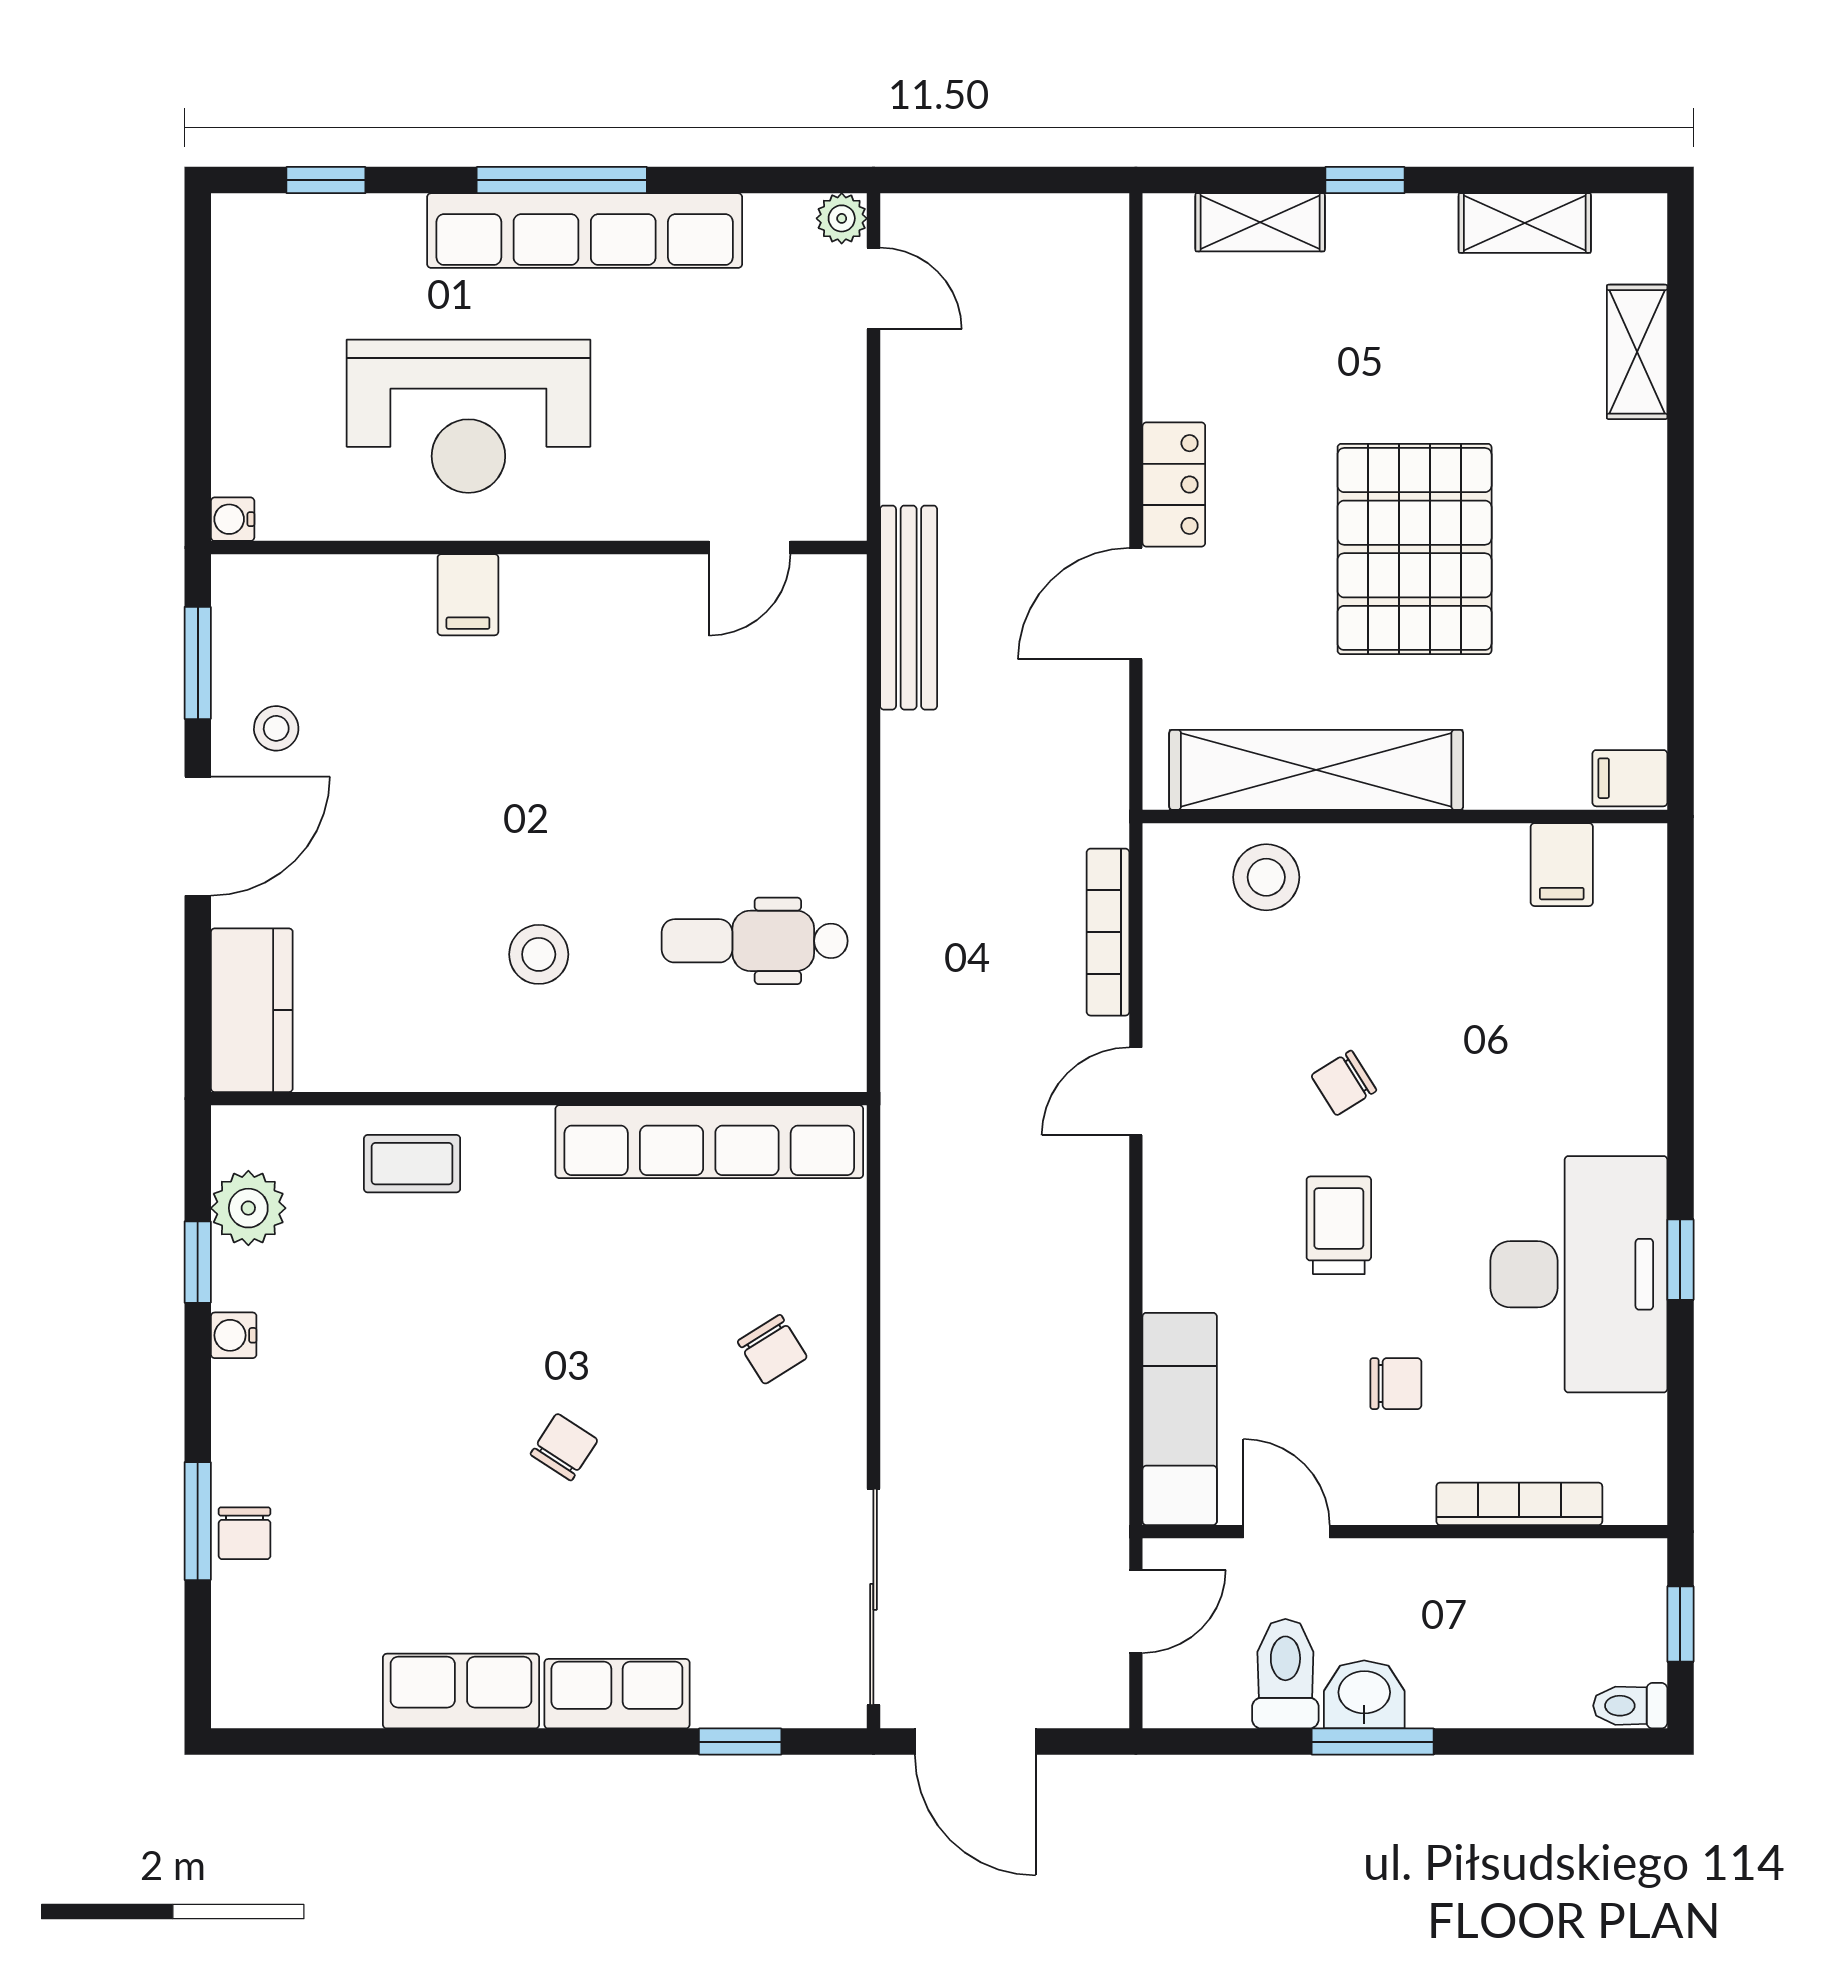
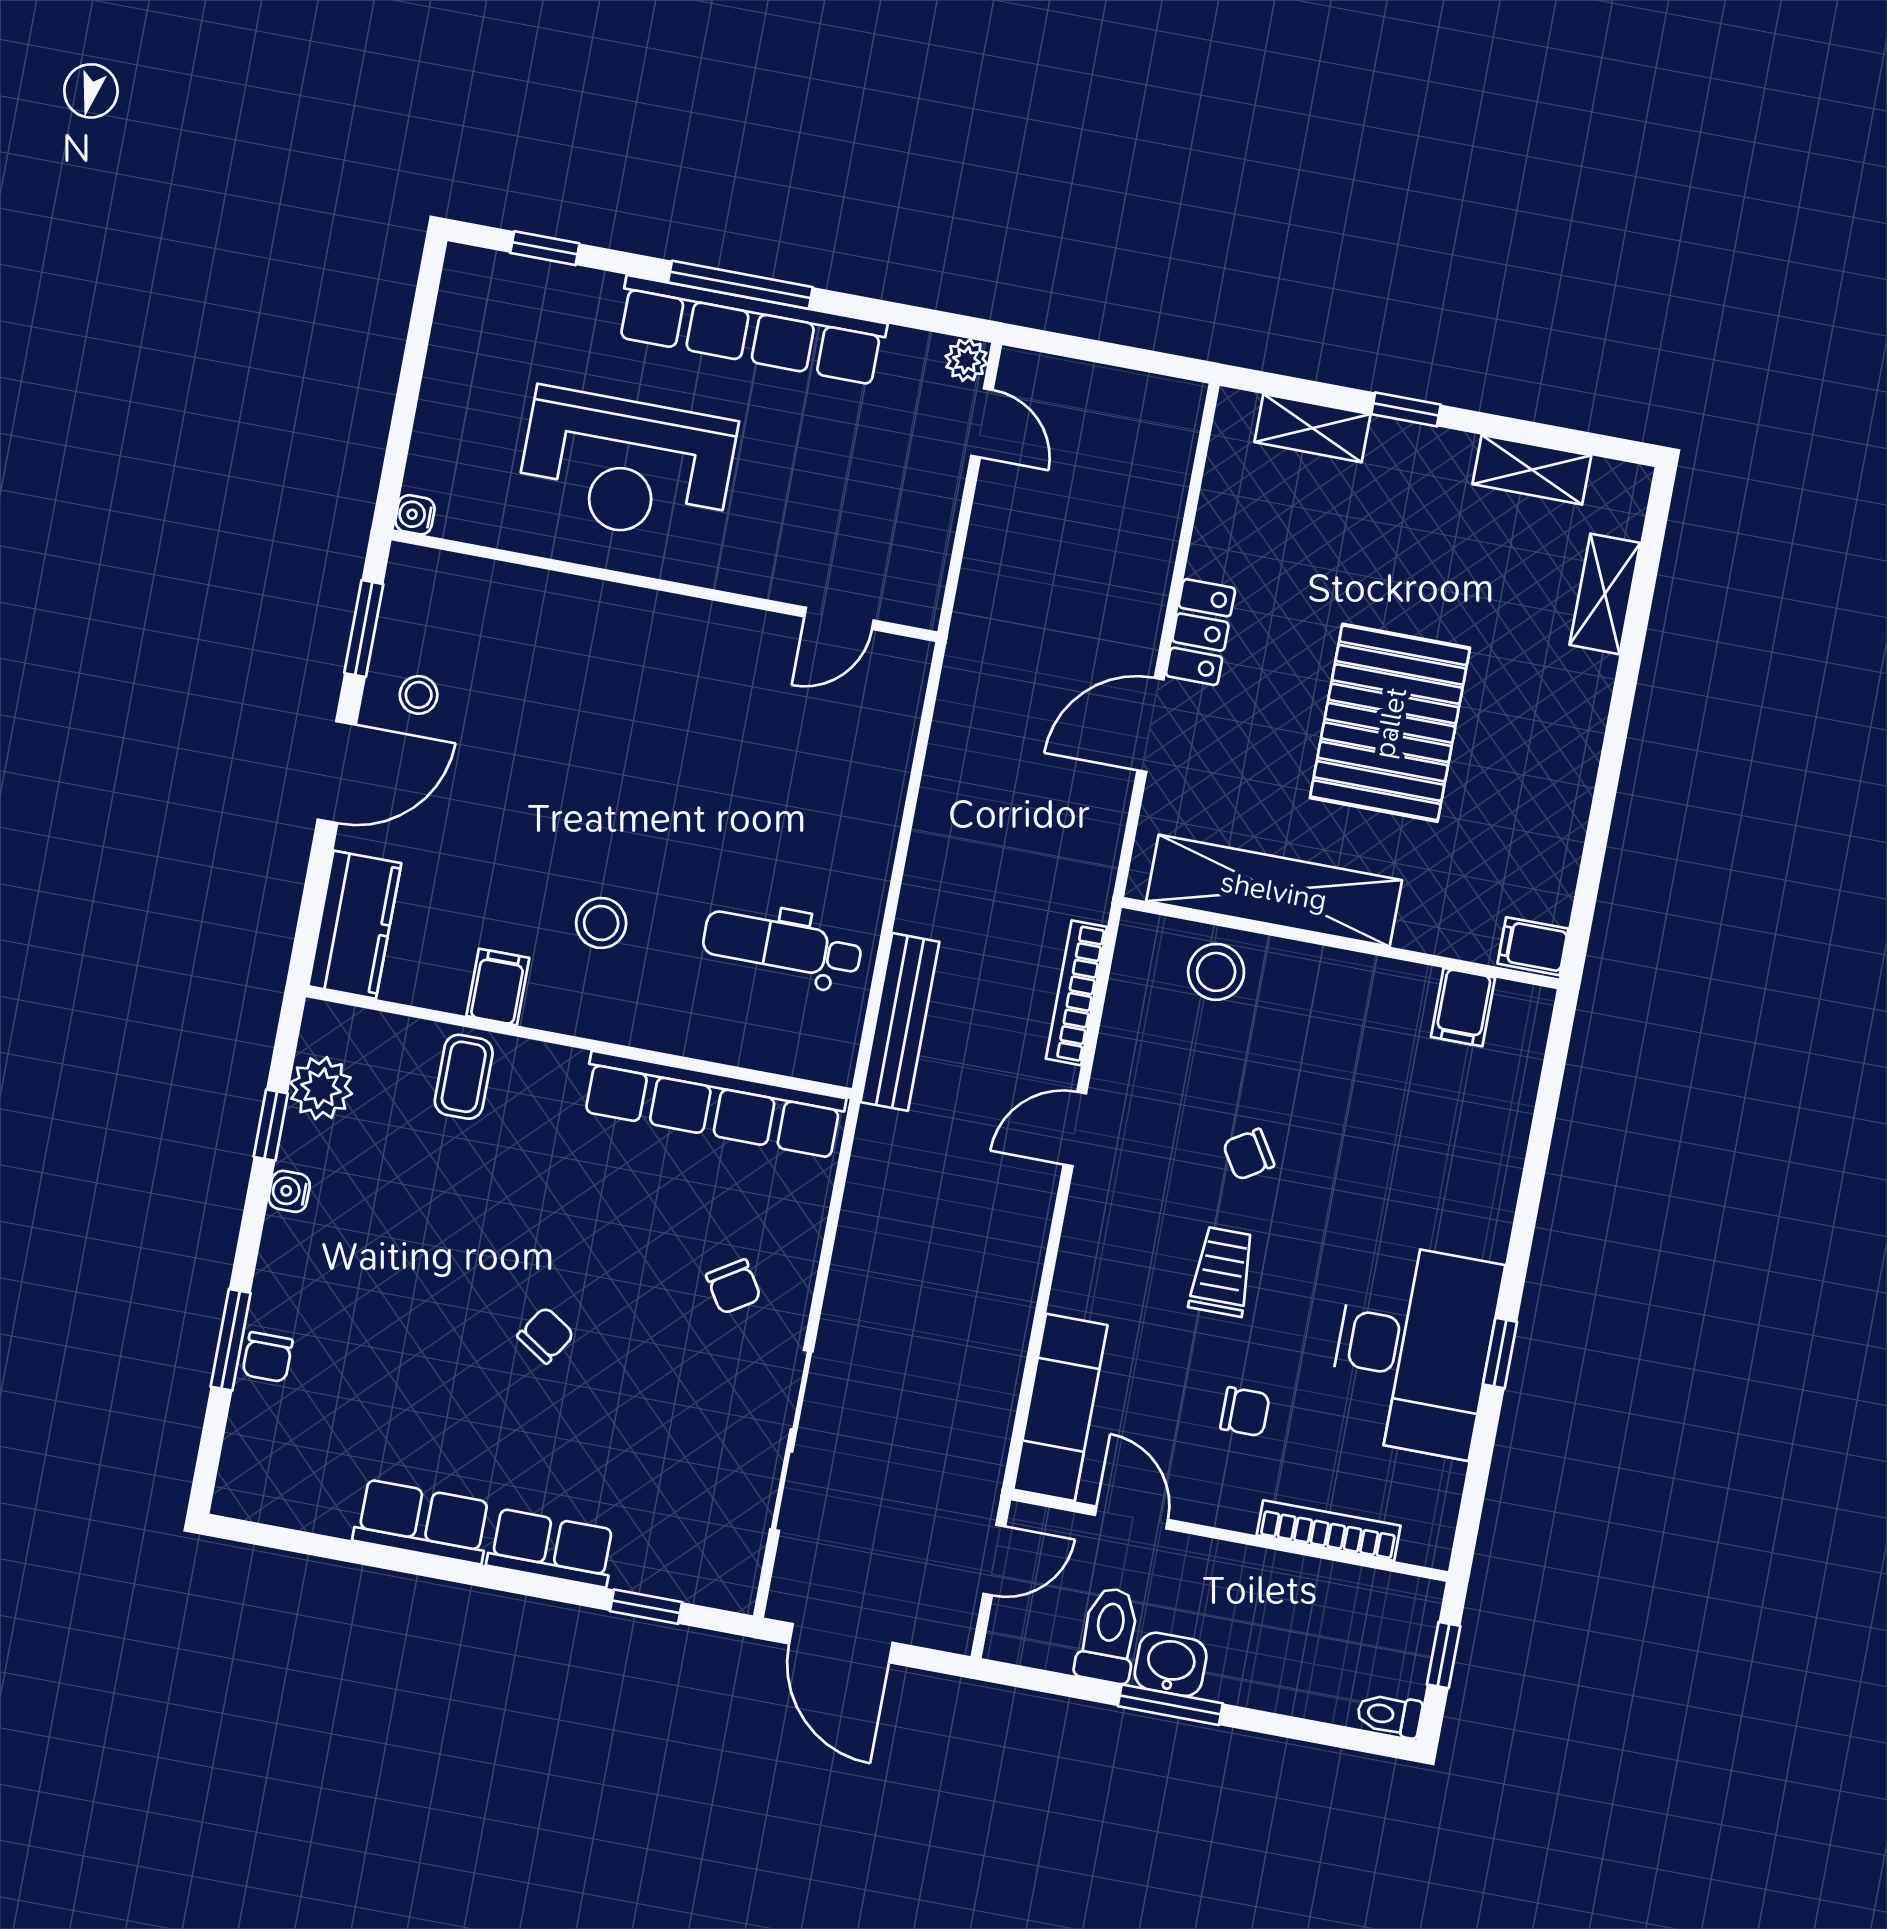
filing cabinet: (468, 595) -> (498, 987), moved, turned 180
bench: (909, 608) -> (900, 1022), moved
coffee table: (412, 1164) -> (464, 1077), turned 90
sliding door: (873, 1597) -> (791, 1440), moved

